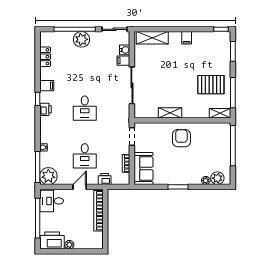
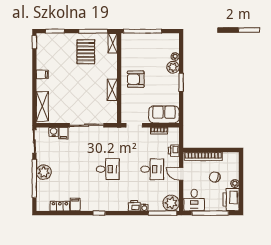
filing cabinet: (47, 86) -> (75, 205), moved
printer: (45, 109) -> (134, 206), moved
plant: (217, 178) -> (173, 67), moved
chair: (76, 223) -> (215, 177), added

